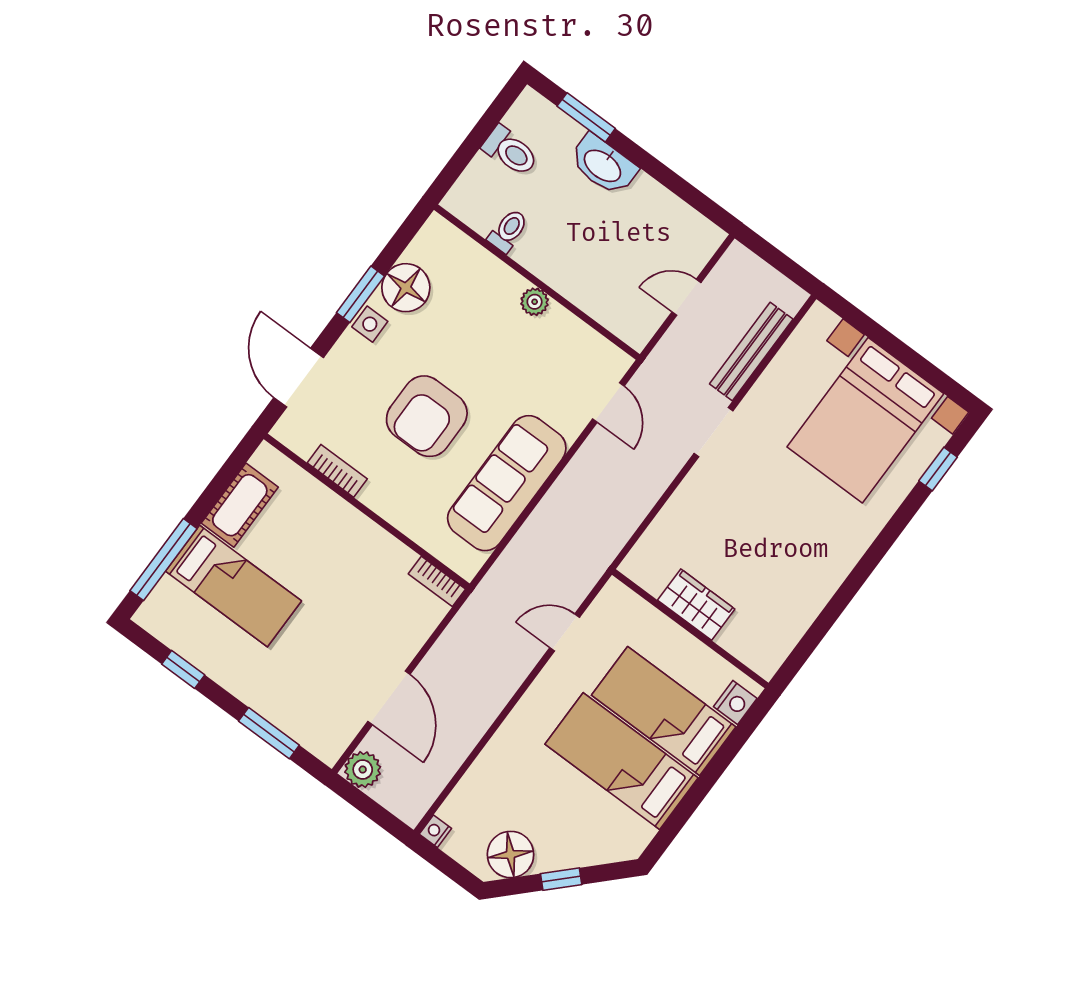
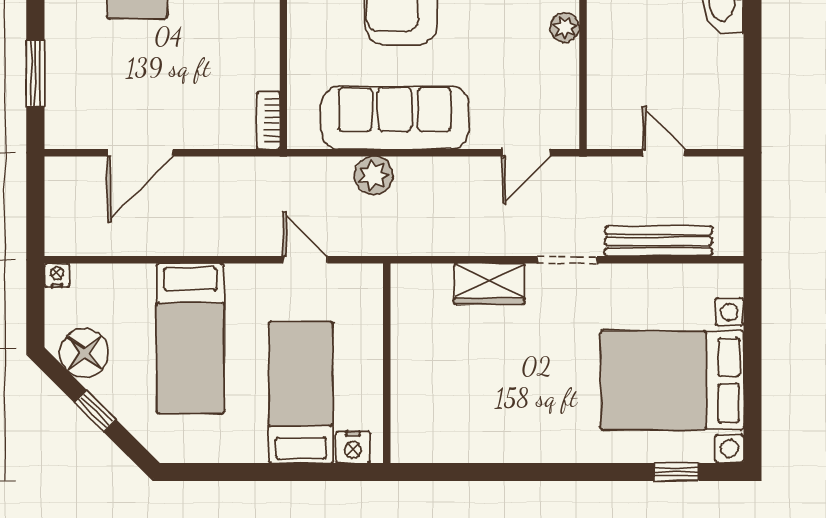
wardrobe: (696, 605) -> (489, 284), moved, turned 90
bed: (621, 761) -> (190, 338), moved, turned 180
plant: (363, 770) -> (374, 175), moved

